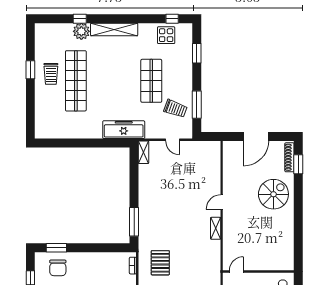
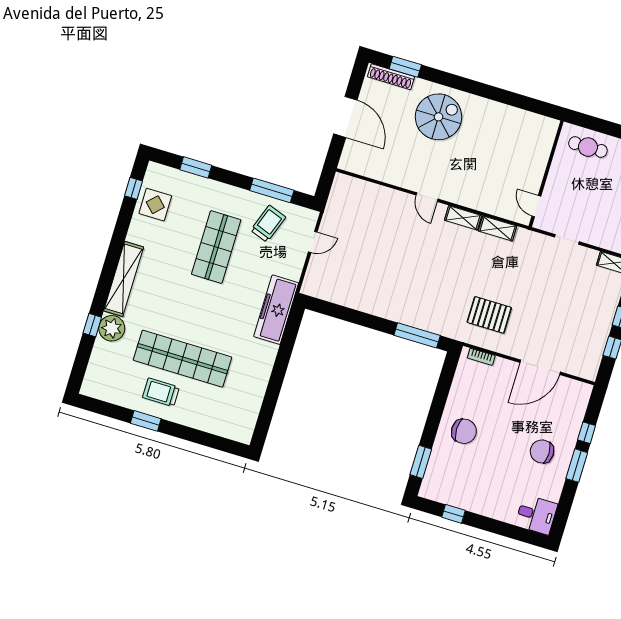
trolley: (51, 74) -> (161, 392), turned 180
shop shelf: (151, 81) -> (216, 247), turned 90
shelving: (144, 152) -> (498, 228), moved
spiral stairs: (273, 194) -> (439, 117), turned 90
chair: (58, 268) -> (464, 431), moved

